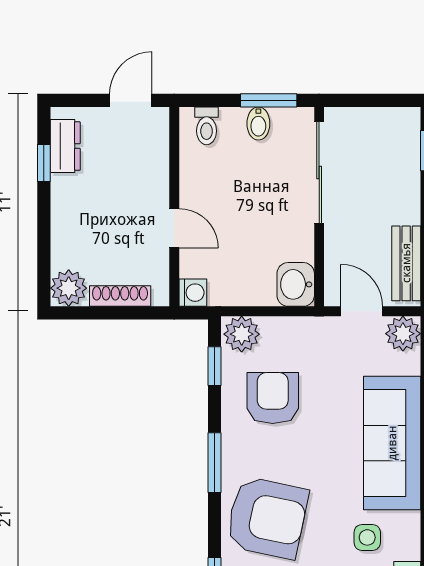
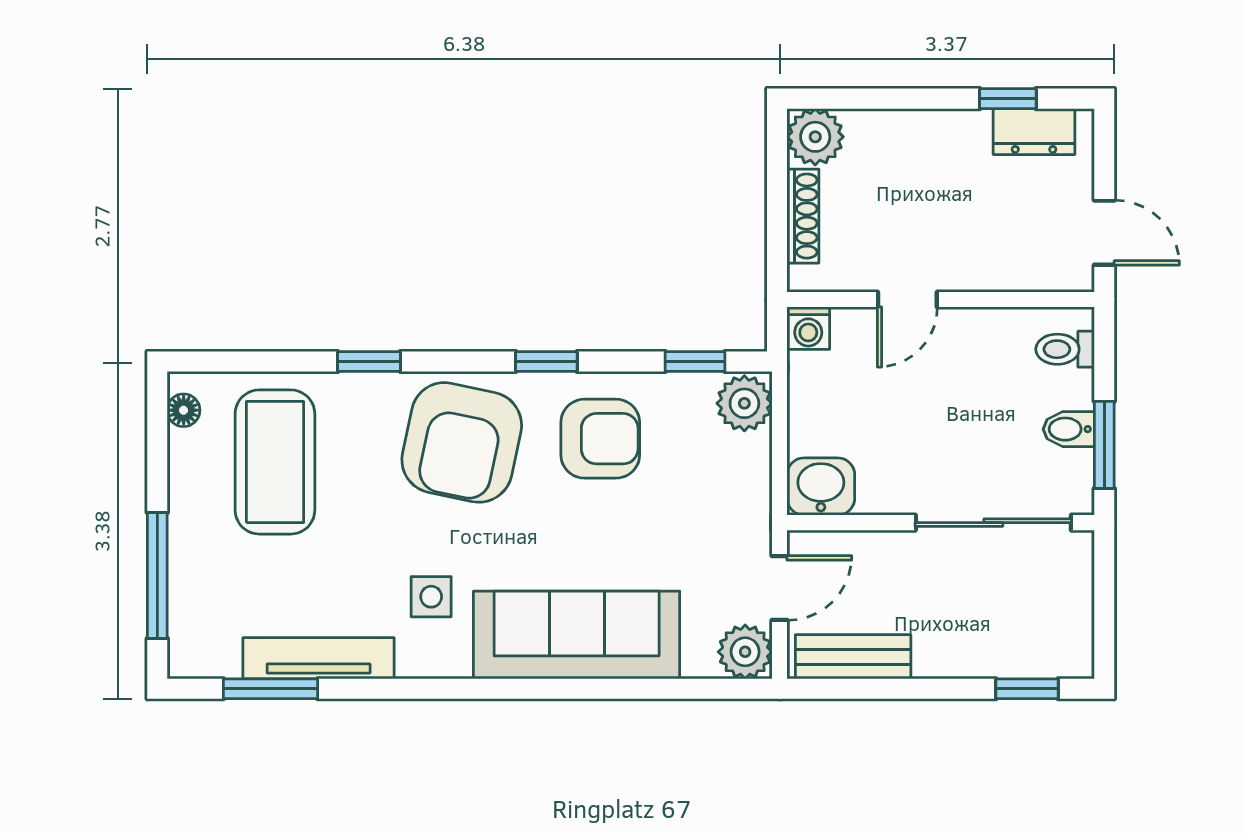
armchair: (273, 398) -> (600, 439), moved
window: (214, 463) -> (546, 361), width x0.67

